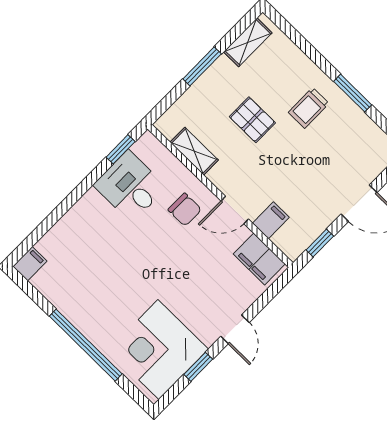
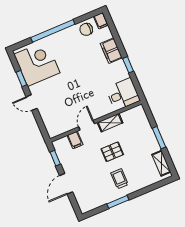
pallet: (252, 120) -> (112, 152), moved
window: (121, 149) -> (128, 65), moved
shelving: (194, 151) -> (110, 123), moved
desk: (130, 186) -> (123, 94), moved
chair: (185, 210) -> (86, 29), moved
filing cabinet: (259, 259) -> (111, 51), moved, turned -90

